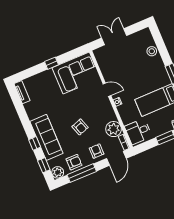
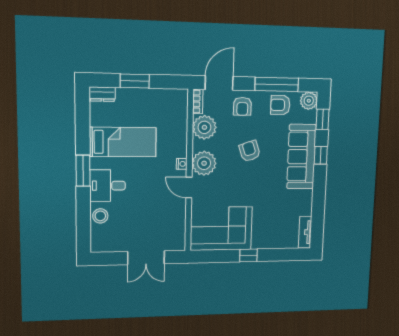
plant: (104, 108) -> (204, 163), added
desk: (138, 131) -> (108, 186), moved, turned 180

